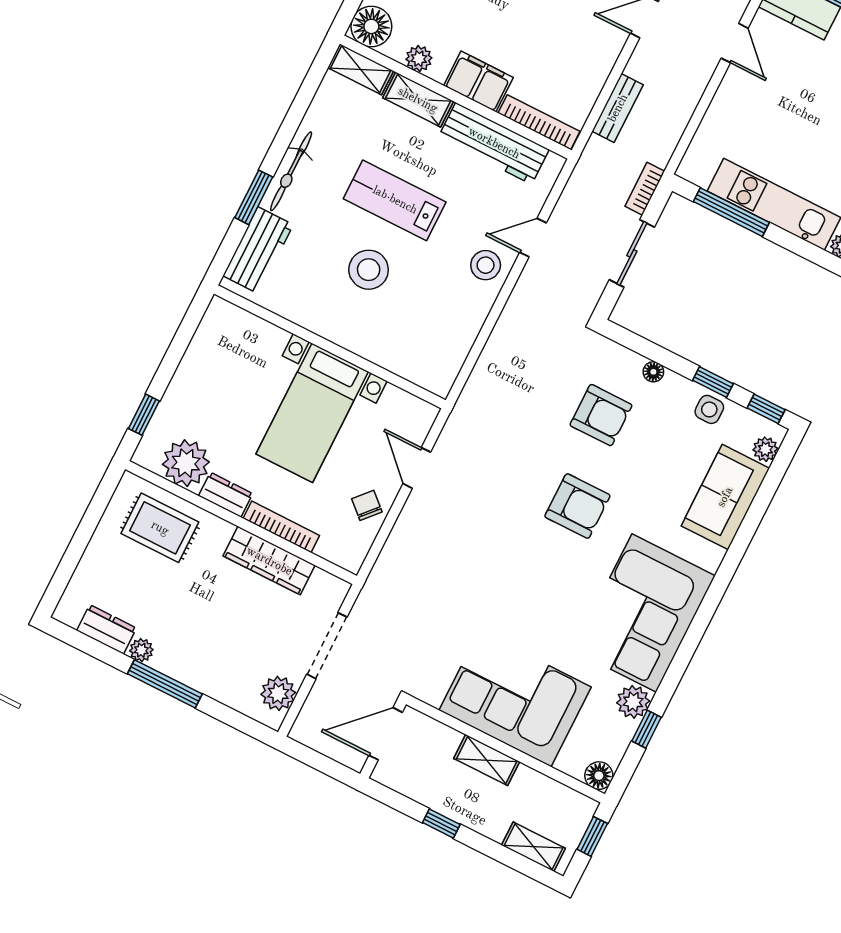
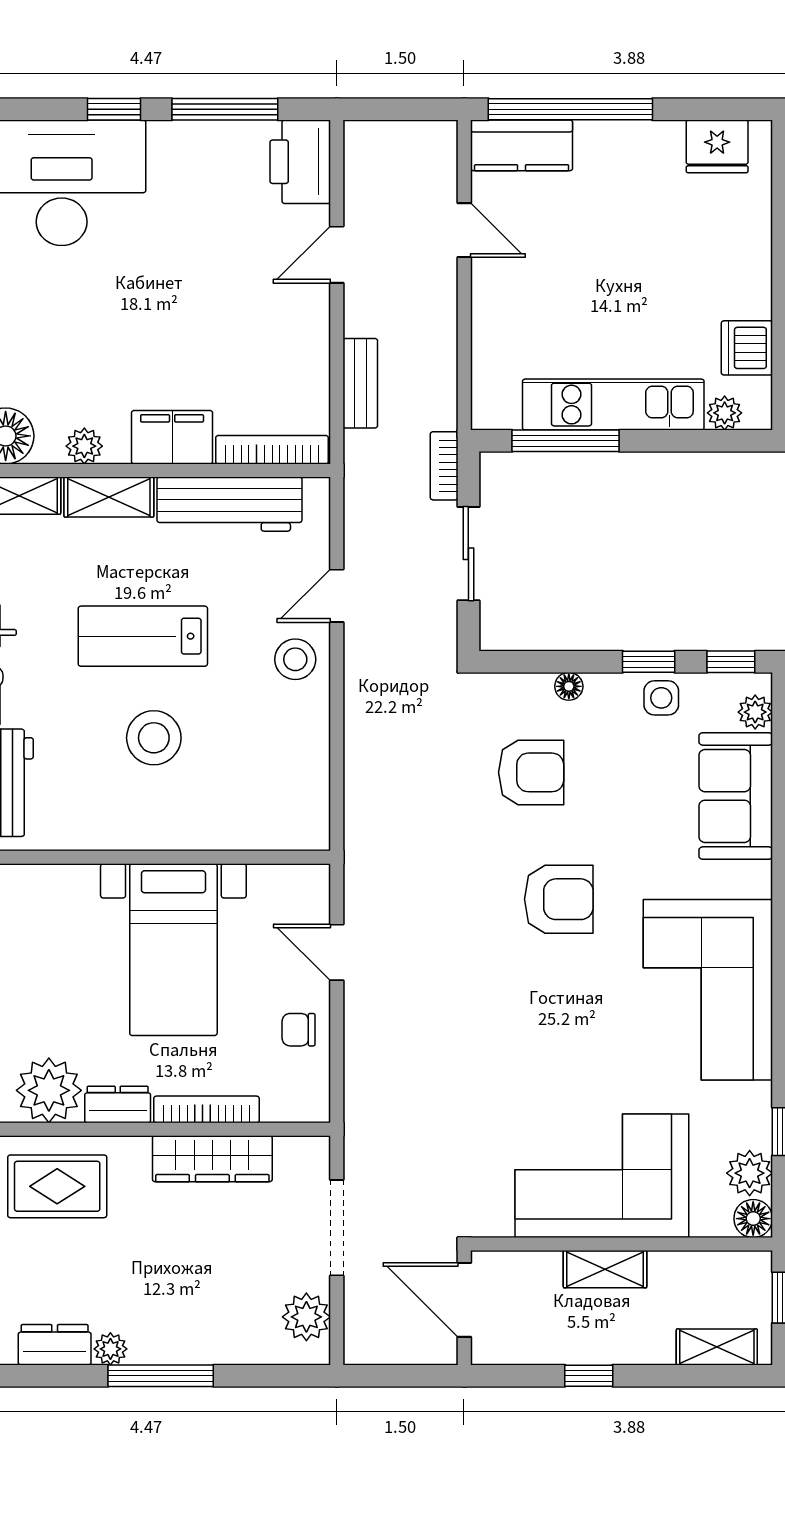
chair: (367, 505) -> (299, 1030), turned -42
plant: (633, 702) -> (750, 1173), moved
door: (386, 734) -> (464, 1300), hinge flipped

